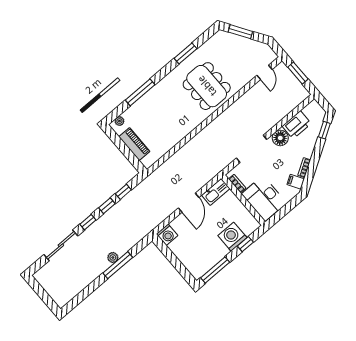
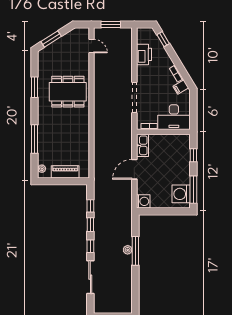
floor lamp: (280, 138) -> (143, 73), removed
door: (189, 203) -> (134, 169), swing flipped
washing machine: (232, 237) -> (181, 194), moved

